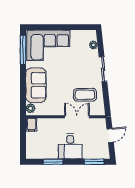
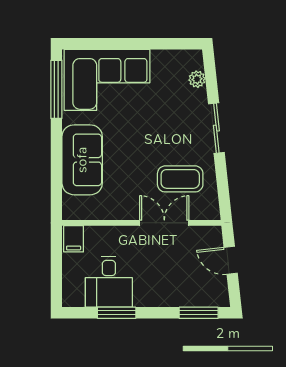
plant: (30, 108) -> (71, 206), removed
door: (110, 135) -> (231, 260), swing flipped
desk: (70, 146) -> (109, 282), moved

